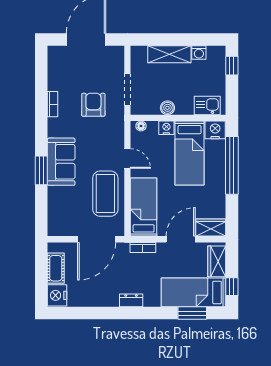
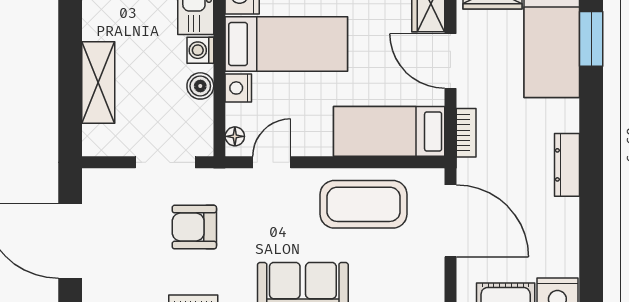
washing machine: (199, 53) -> (200, 50), moved, turned 180
door: (127, 159) -> (272, 162), moved
dresser: (131, 300) -> (567, 165), width x1.44

